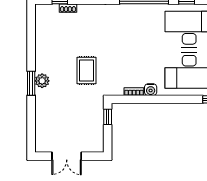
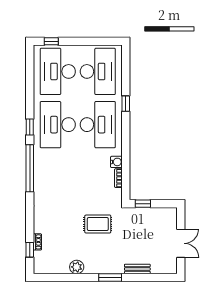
plant: (42, 81) -> (77, 267), moved
bench: (40, 111) -> (137, 269), added

